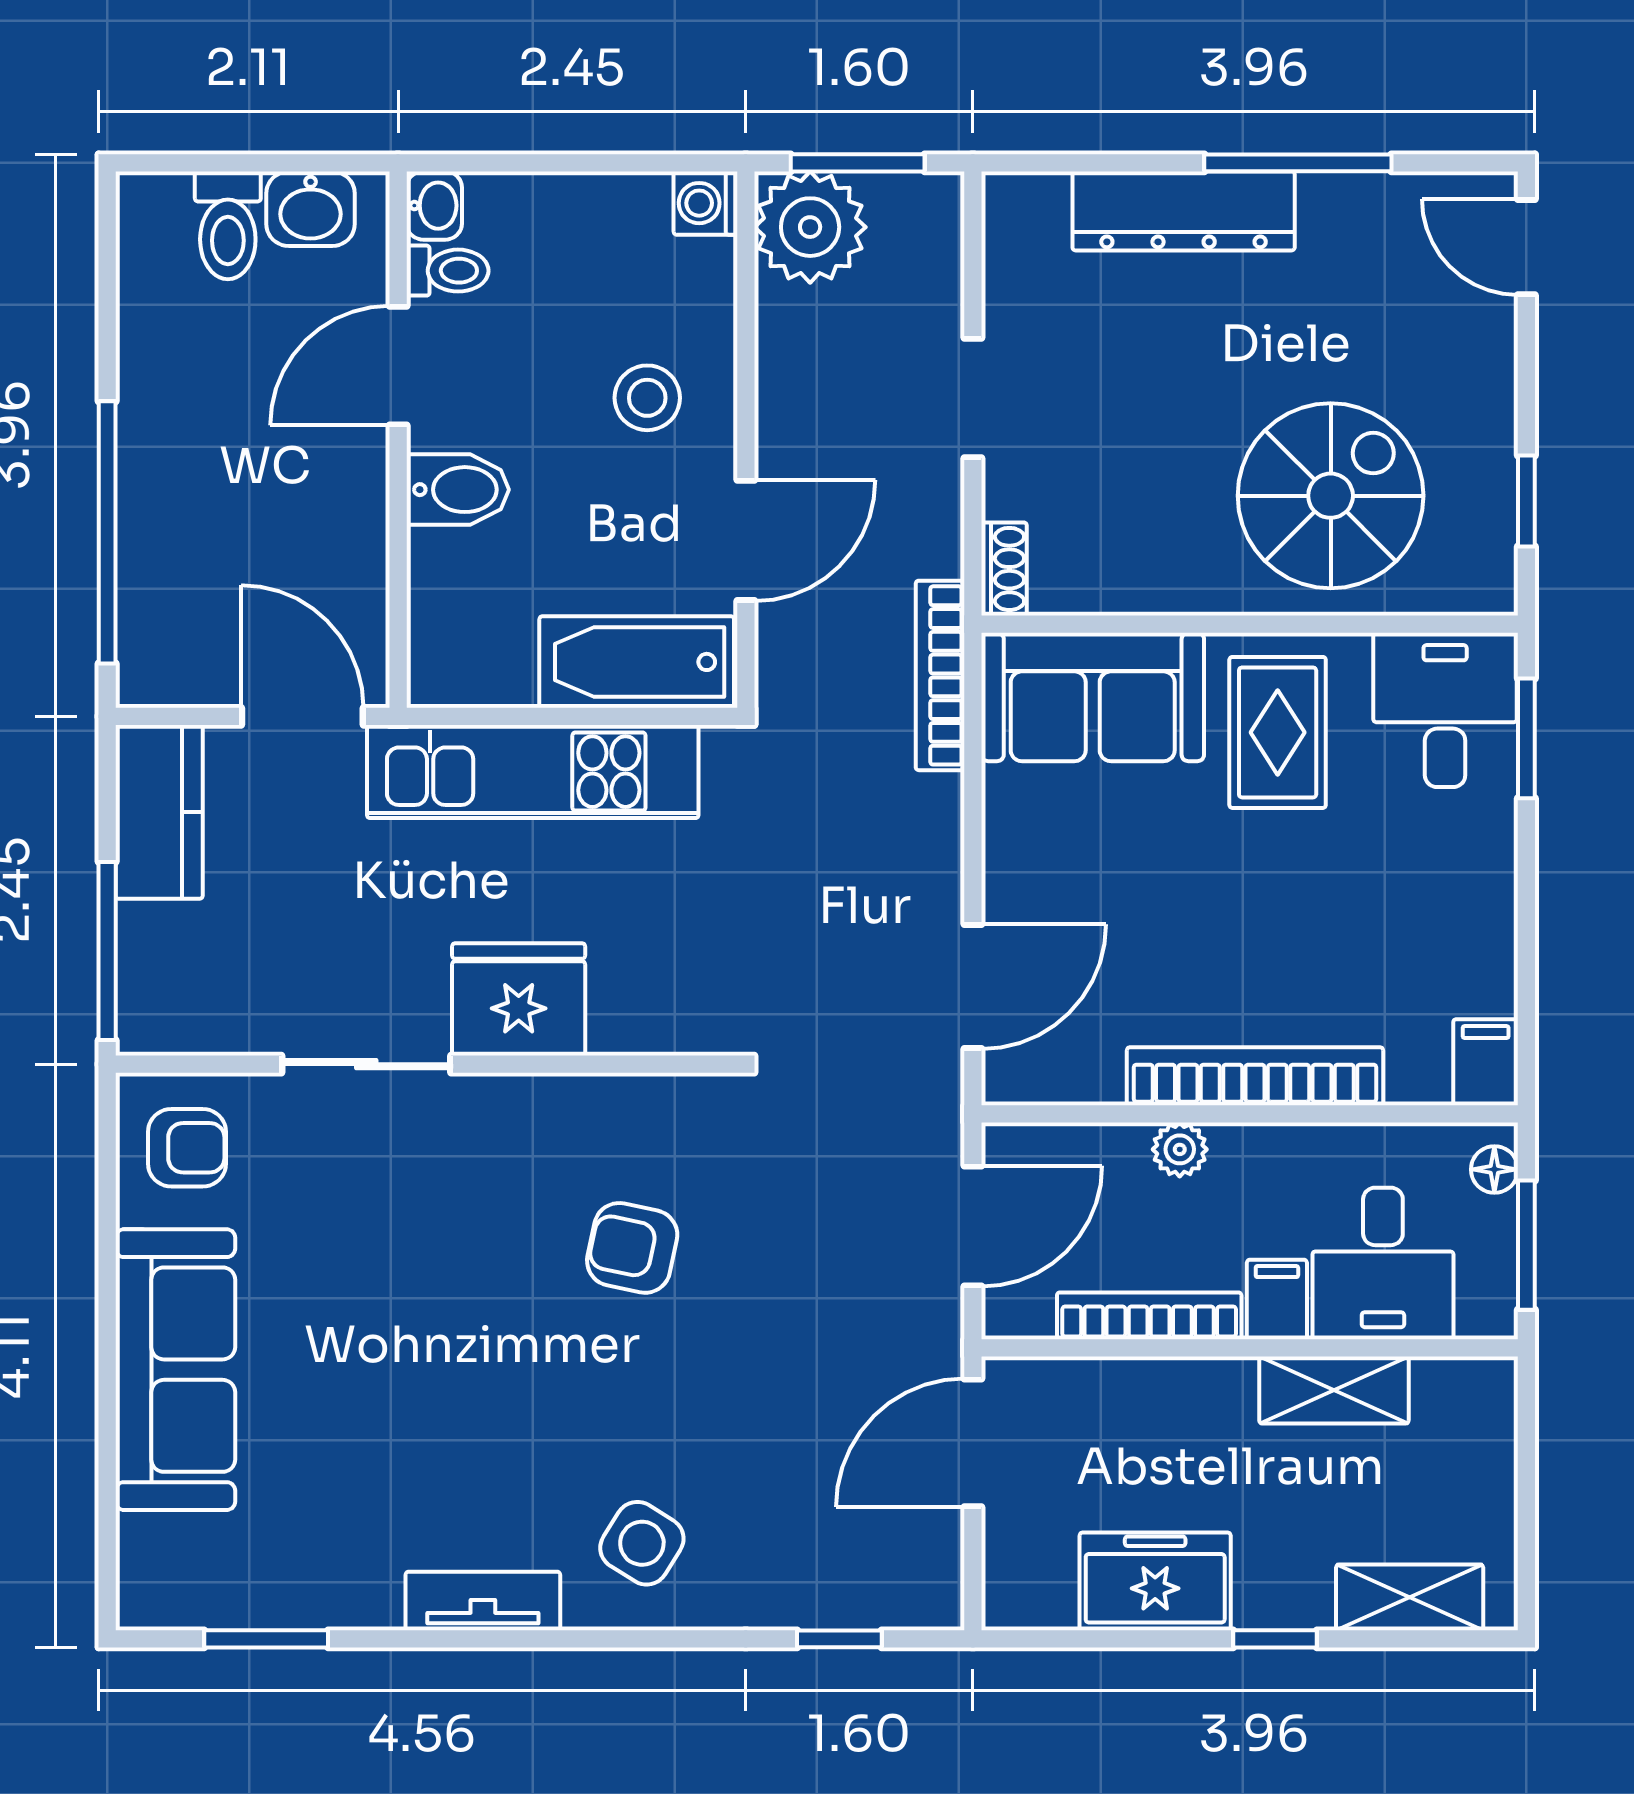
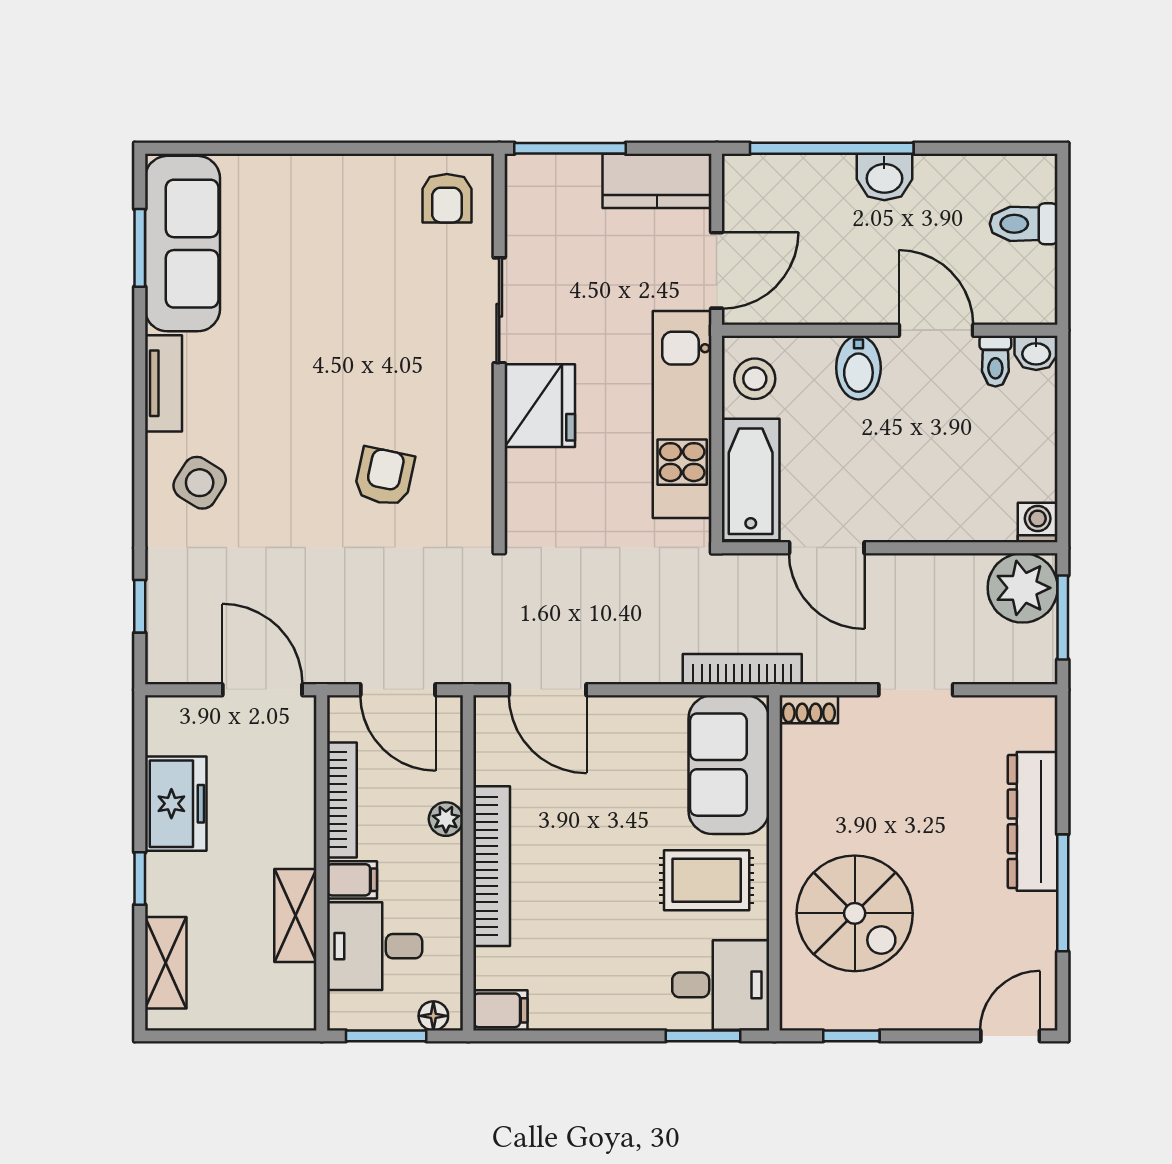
washbasin: (311, 209) -> (884, 177), moved, turned -90
stool: (647, 398) -> (755, 379), moved
sofa: (175, 1370) -> (182, 244), moved, turned -90

